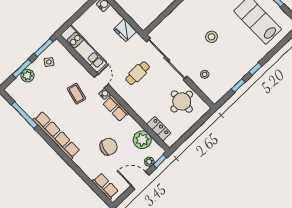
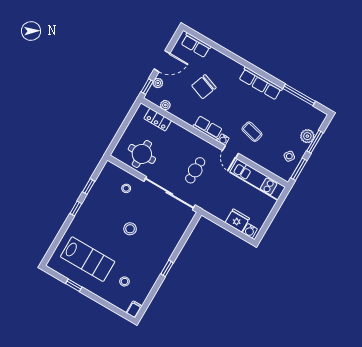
fridge: (125, 30) -> (237, 220), moved
row of seats: (56, 135) -> (261, 83), width x0.73
plant: (142, 140) -> (165, 105), width x0.53, depth x0.53

